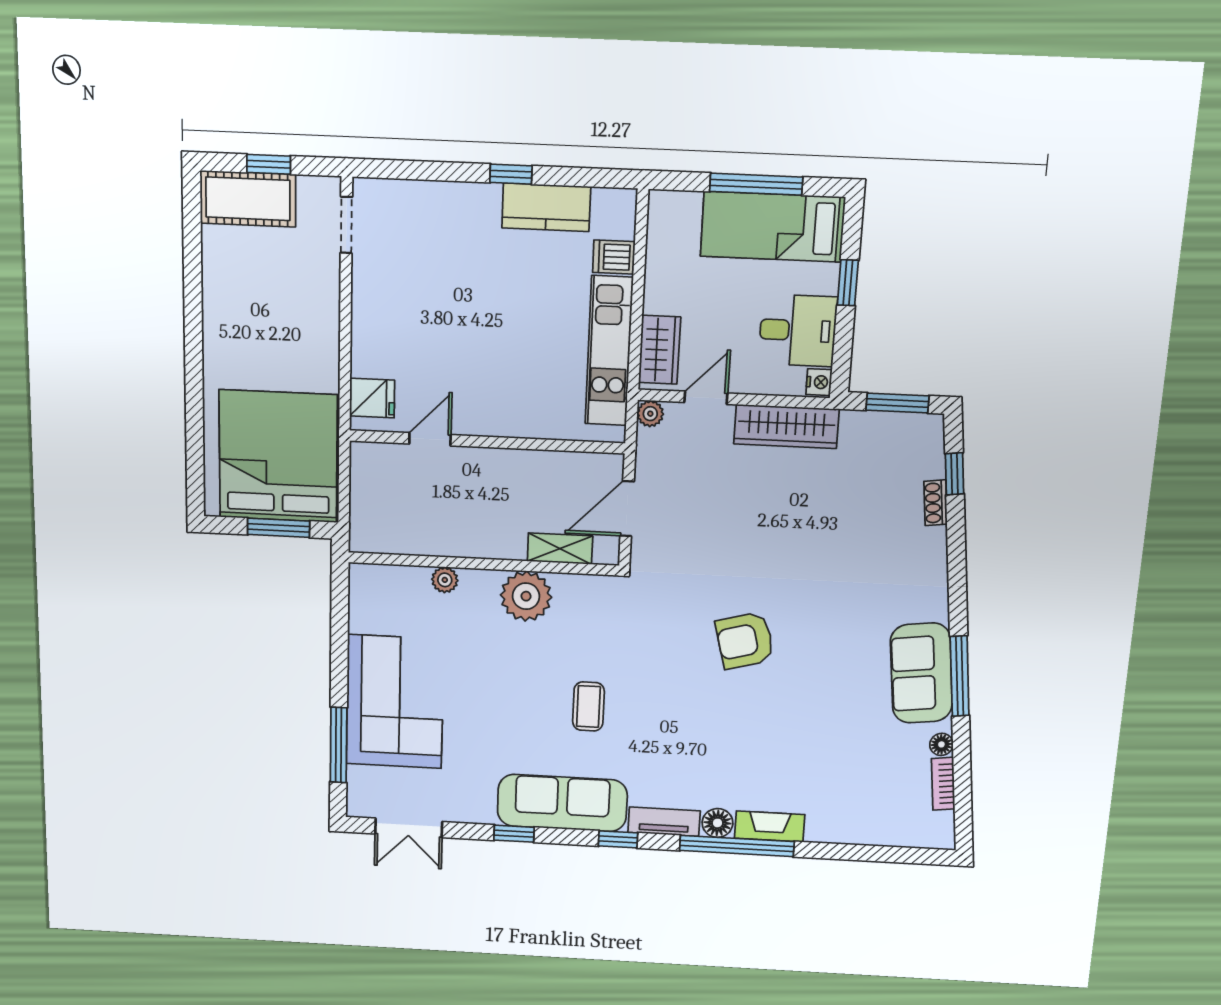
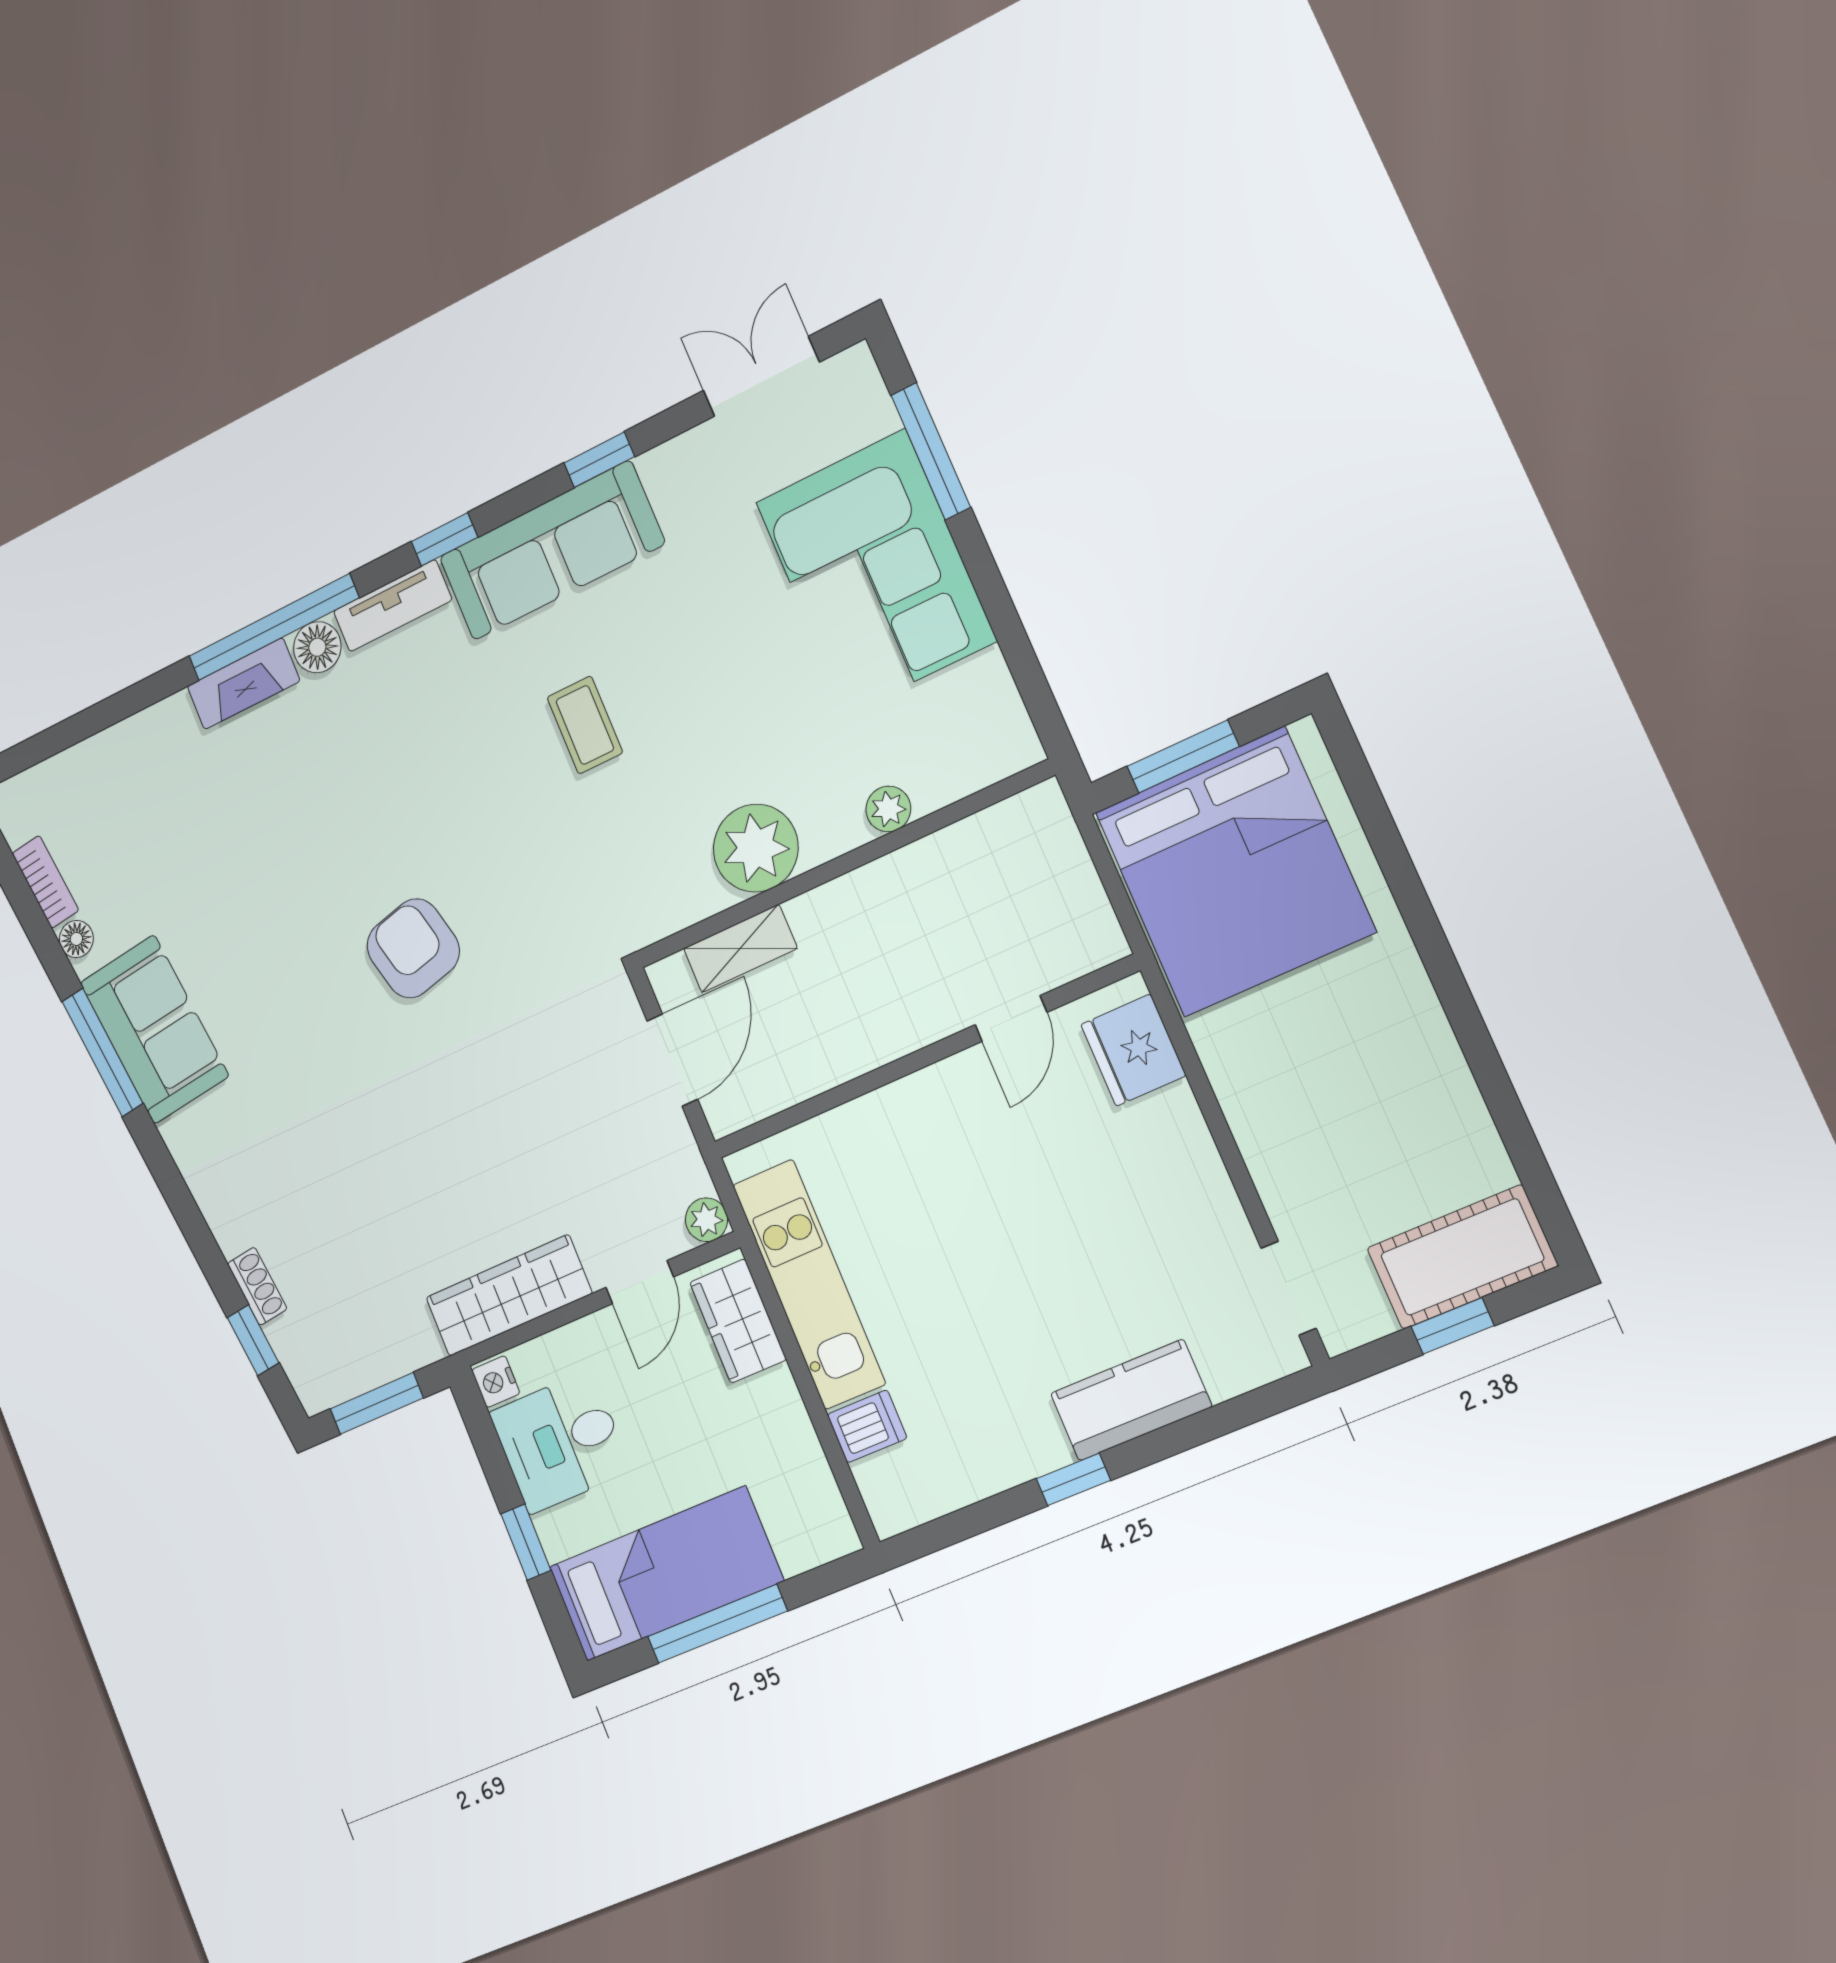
kitchen counter: (546, 207) -> (1131, 1400), moved
fridge: (372, 398) -> (1133, 1050), width x1.38
armchair: (745, 640) -> (413, 948), turned -89

